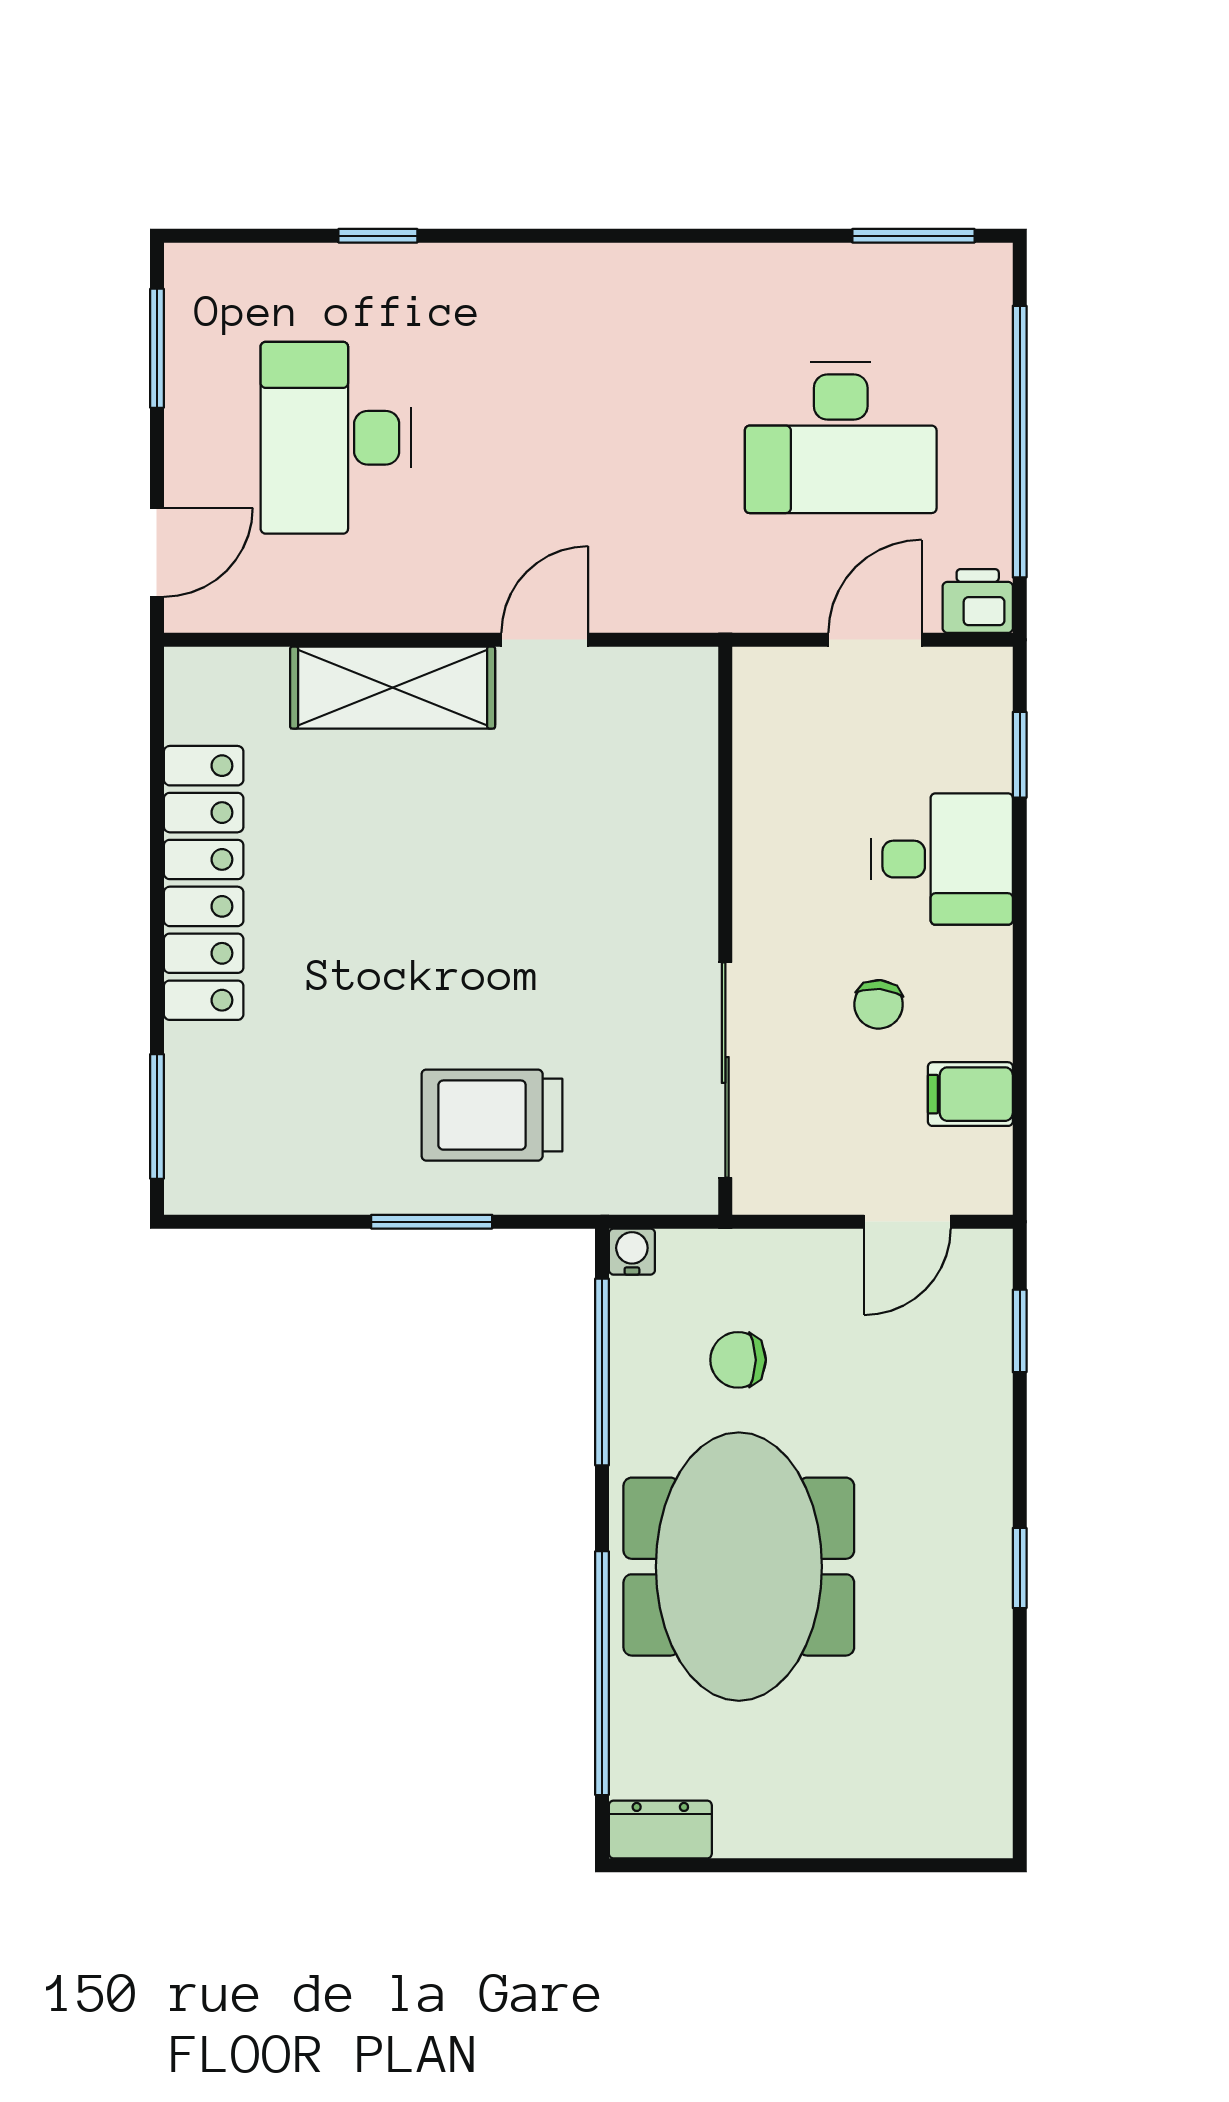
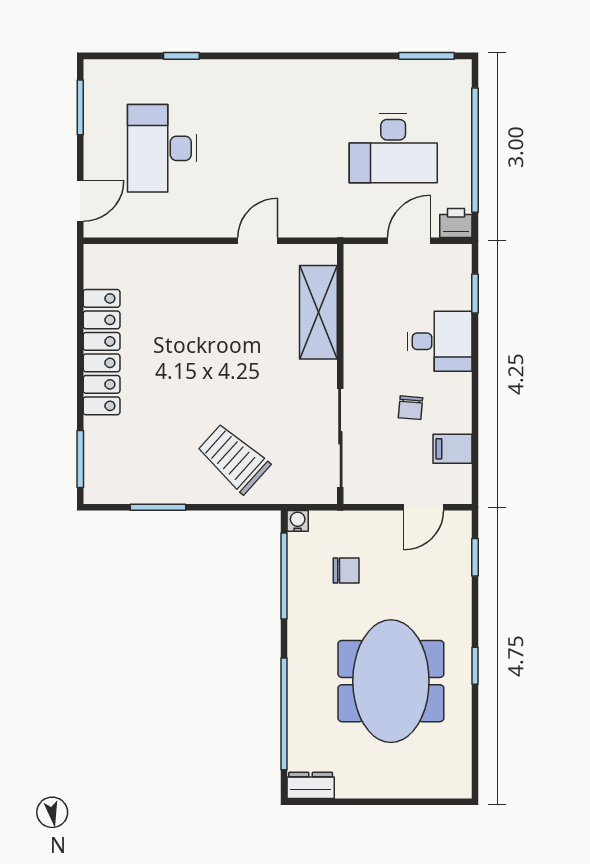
shelving: (393, 688) -> (318, 312), moved, turned 90
trolley: (492, 1115) -> (234, 458), turned 42
window: (432, 1222) -> (158, 507), moved
chair: (738, 1360) -> (346, 570), turned 180
meeting table: (739, 1567) -> (391, 681), moved

